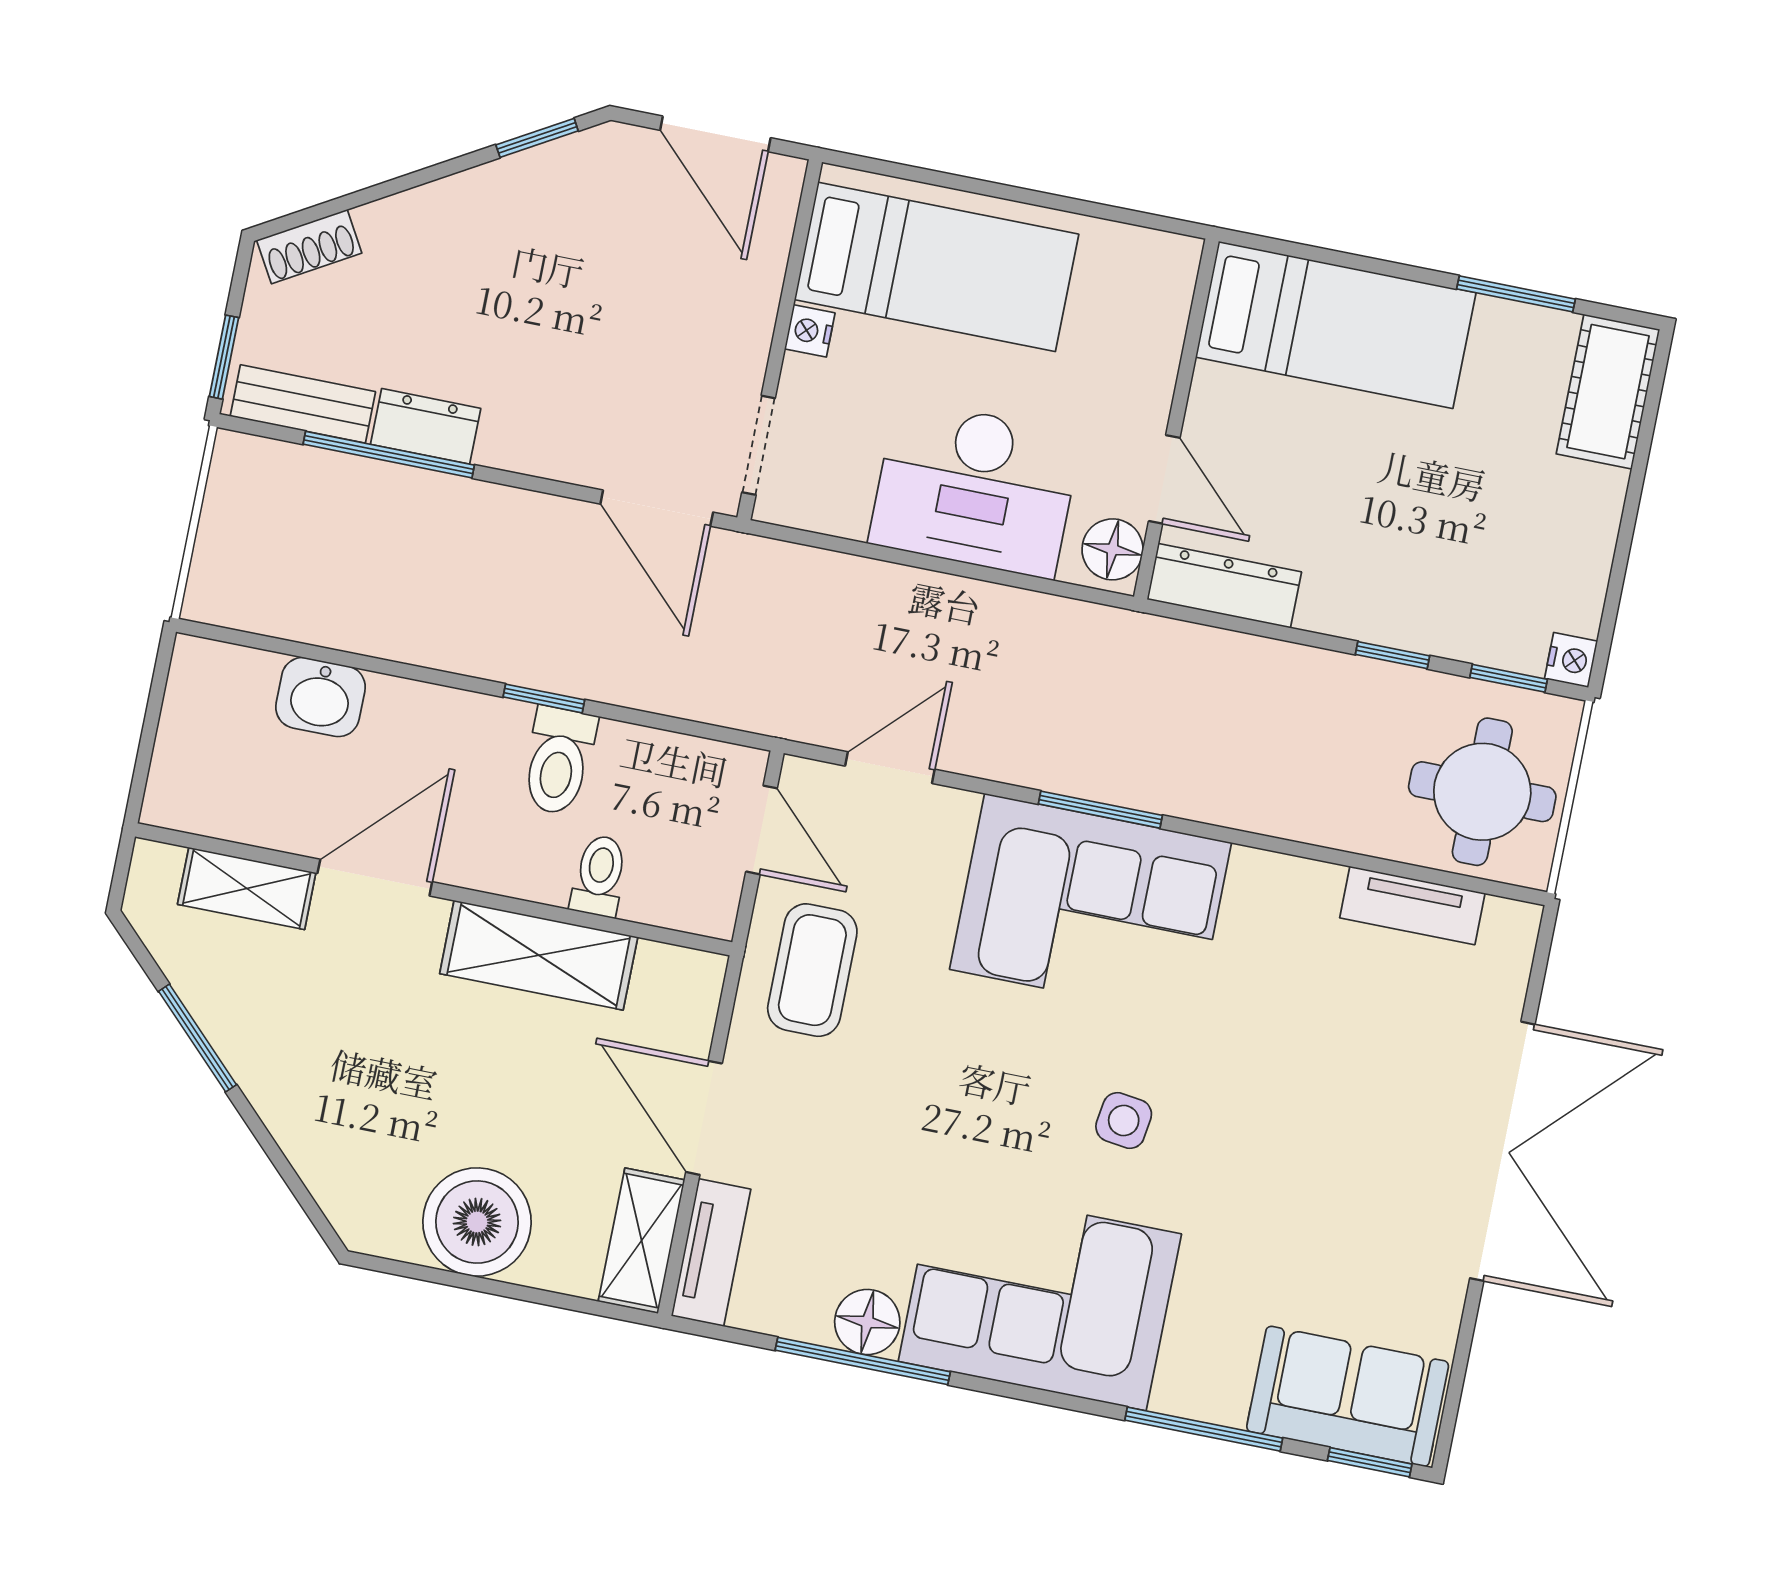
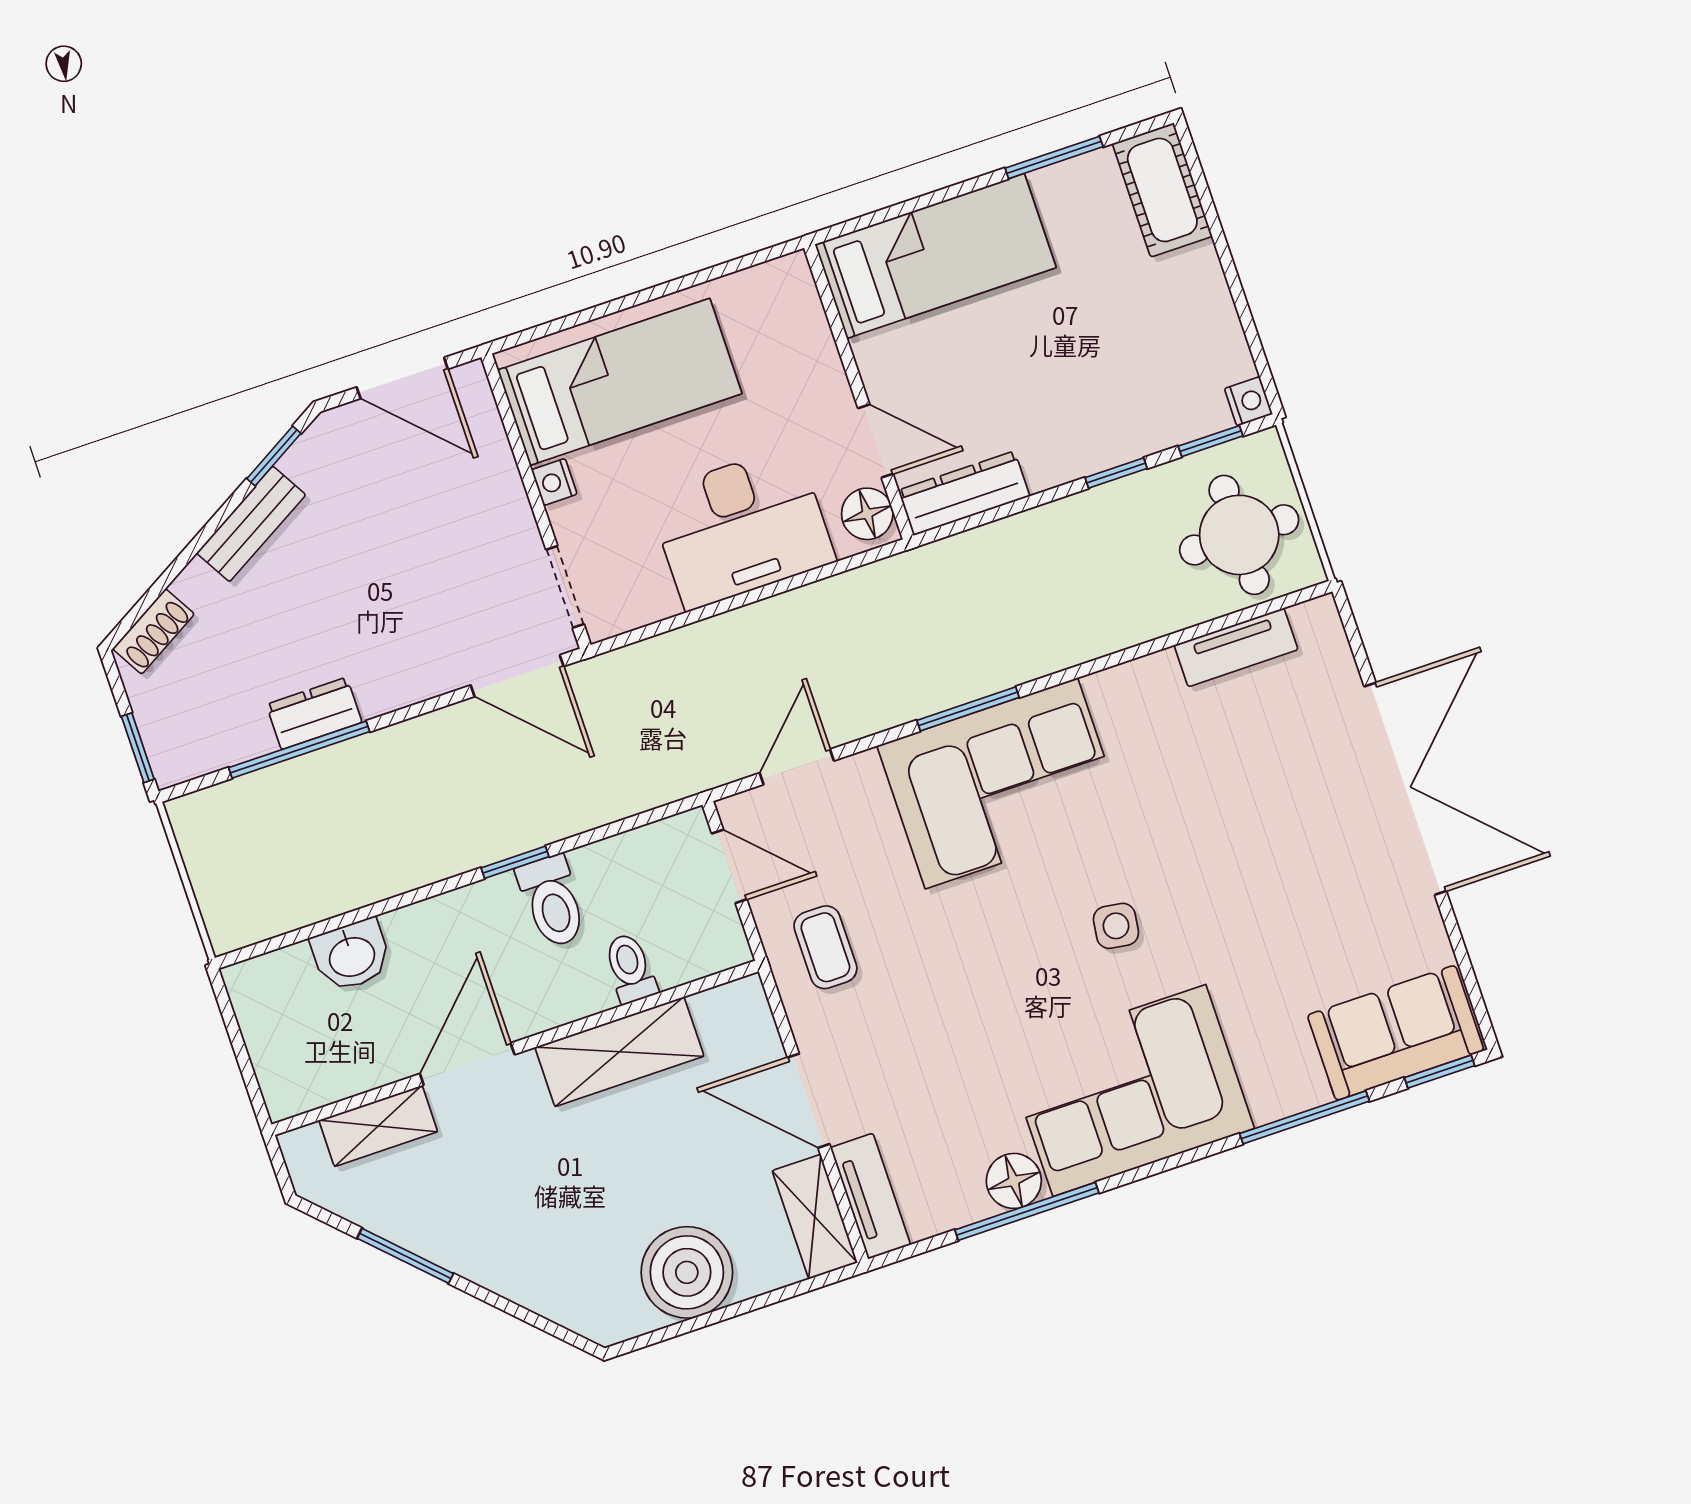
bench: (303, 404) -> (251, 524), moved, turned -30
coffee table: (812, 970) -> (825, 947), width x0.73, depth x0.77

